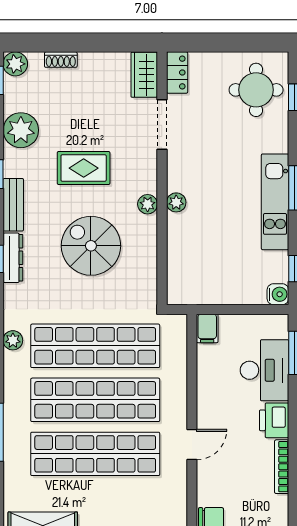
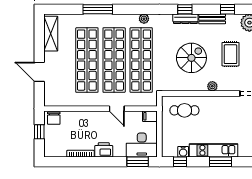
plant: (176, 202) -> (213, 101), removed
cafe table: (195, 260) -> (184, 110), added
water cooler: (278, 294) -> (183, 152), moved
desk: (264, 370) -> (142, 145), moved
door: (192, 444) -> (117, 109), moved

